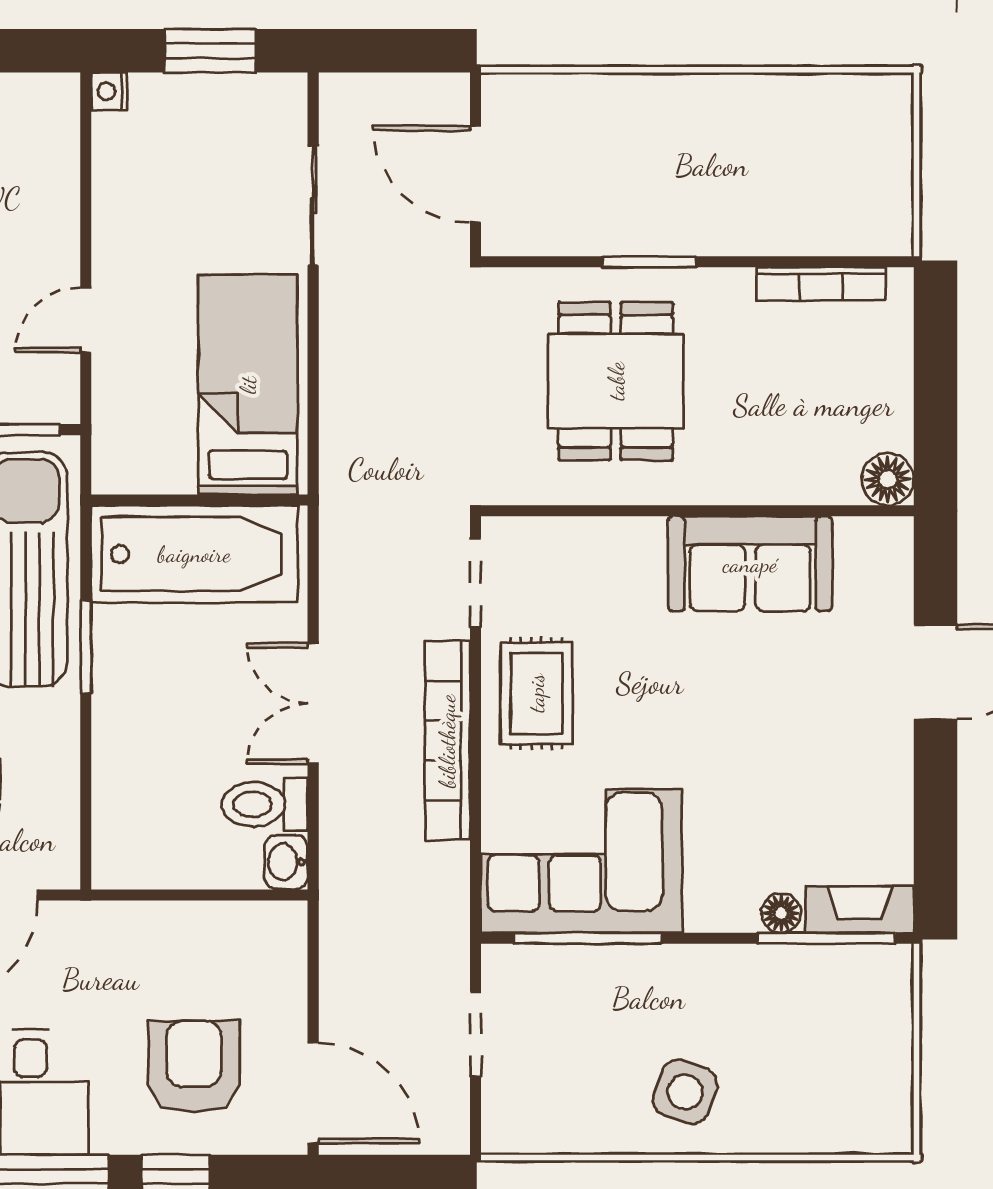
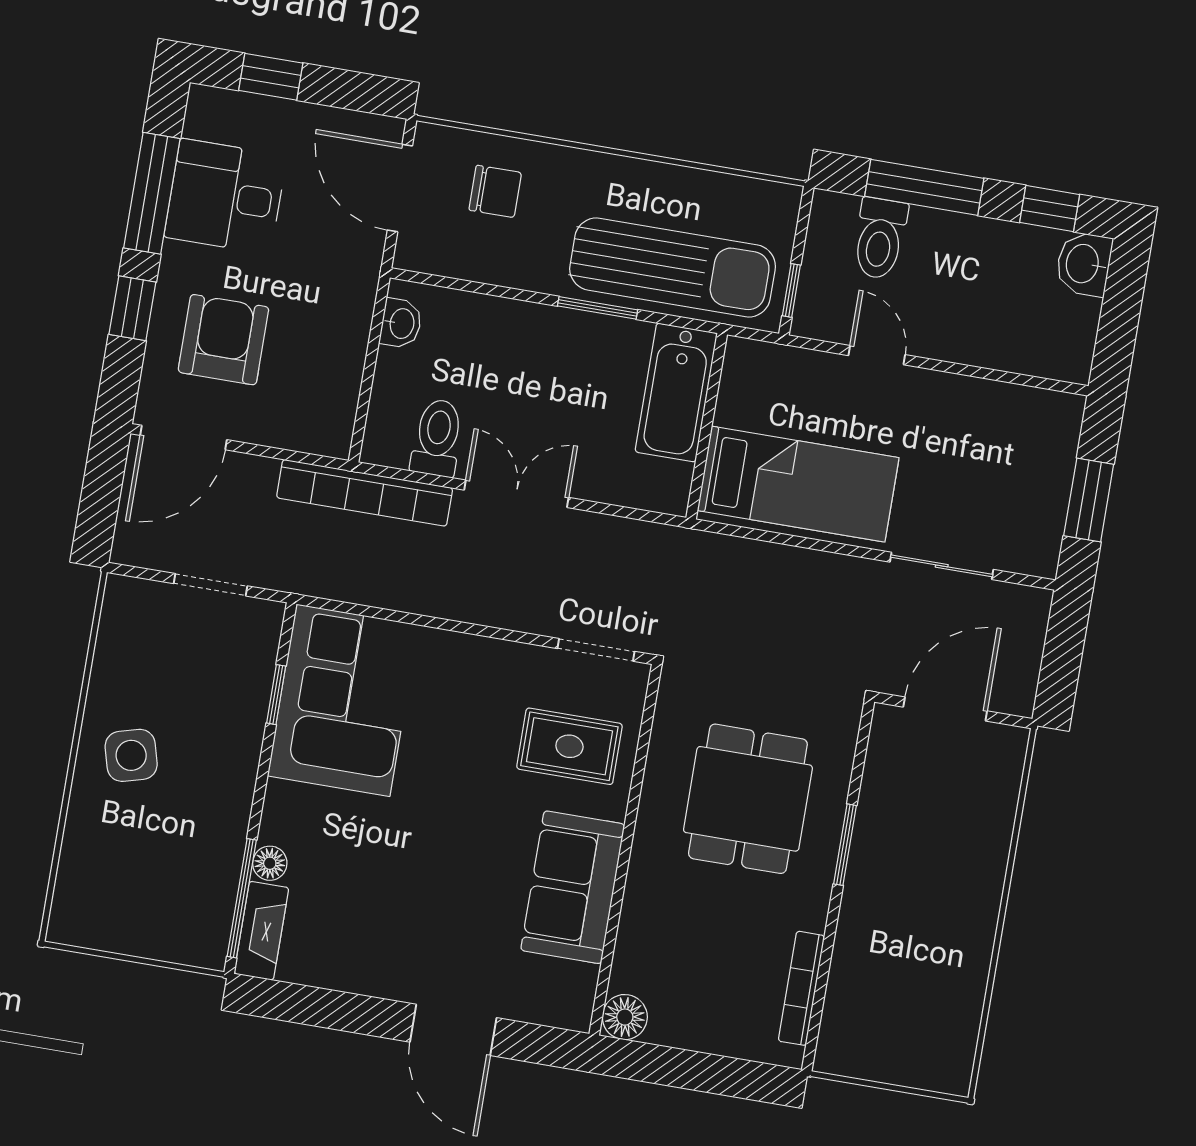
nightstand: (109, 91) -> (1069, 408), removed
dining table: (616, 381) -> (748, 799), turned 90
bathtub: (194, 554) -> (676, 392), width x0.73, depth x0.73
rug: (536, 693) -> (569, 746), moved
bookcase: (447, 741) -> (365, 493), moved, turned 180
washbasin: (286, 862) -> (401, 323), moved, turned 90
window: (588, 938) -> (276, 695), width x0.46
armchair: (194, 1067) -> (223, 340), turned -90
side table: (685, 1092) -> (131, 755), turned -34

